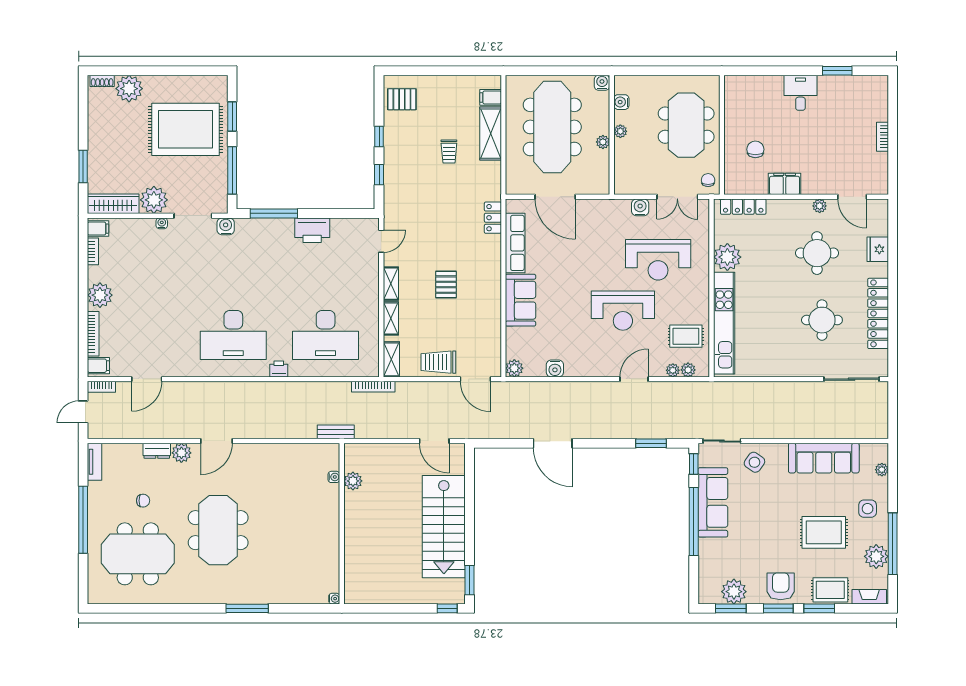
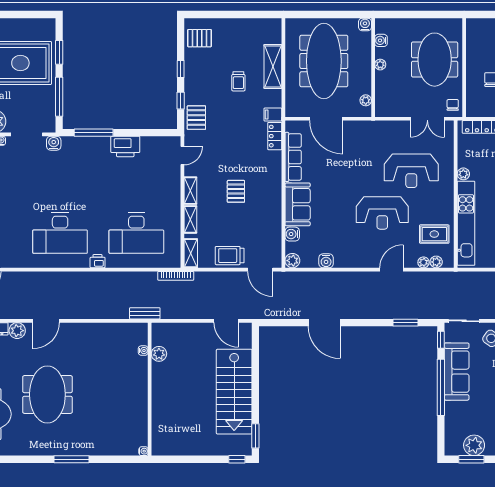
filing cabinet: (491, 97) -> (273, 115), moved
plant: (603, 142) -> (366, 100), moved
pallet: (398, 195) -> (196, 118), added
water cooler: (640, 207) -> (292, 234), moved, turned -90
plant: (727, 257) -> (463, 174), width x0.53, depth x0.53

